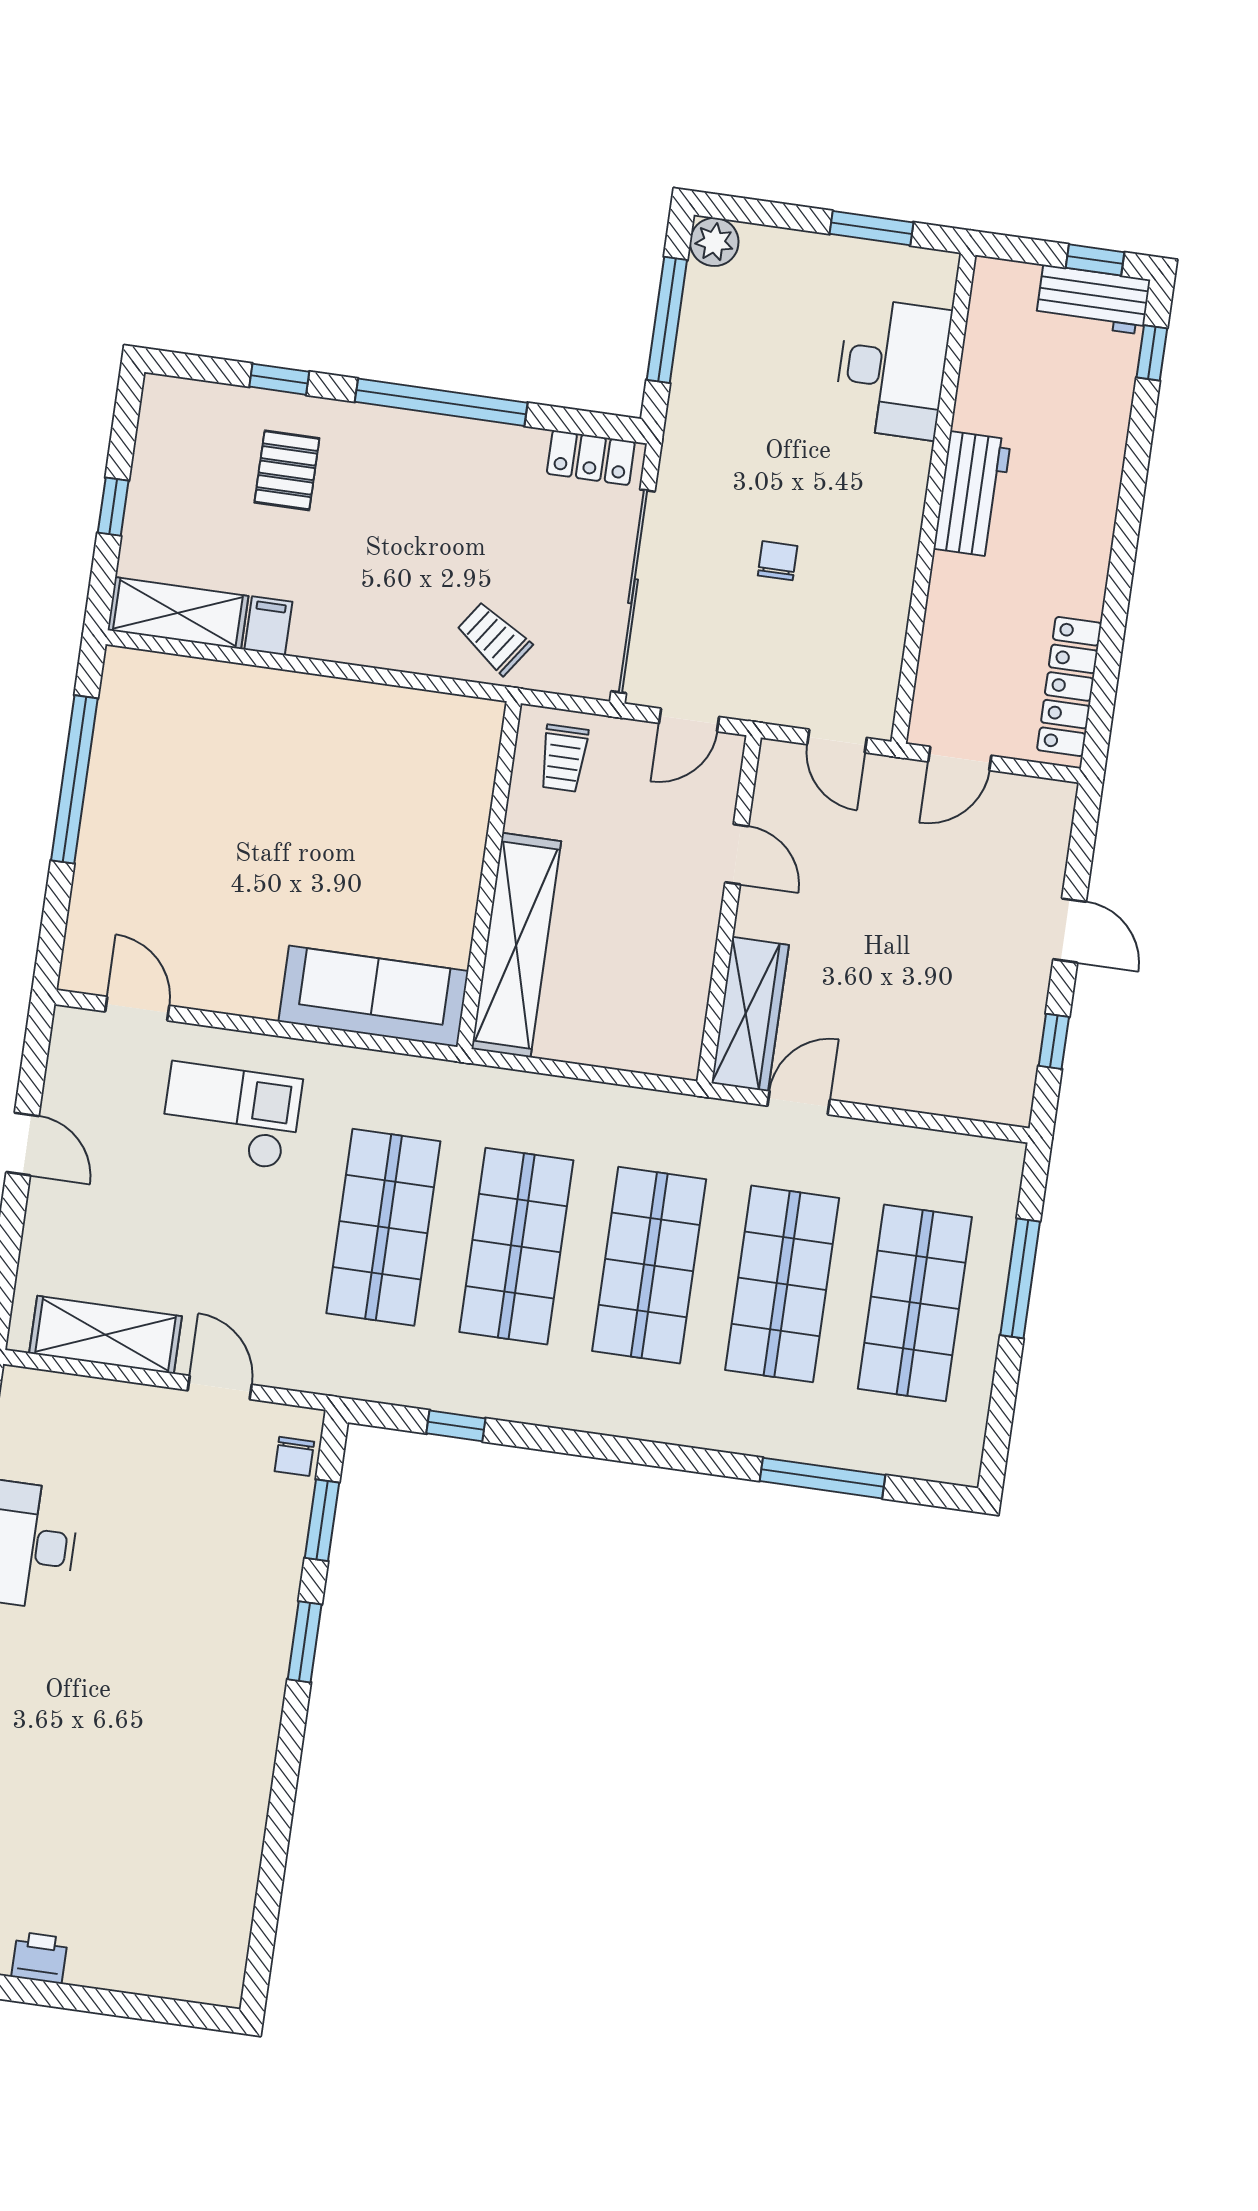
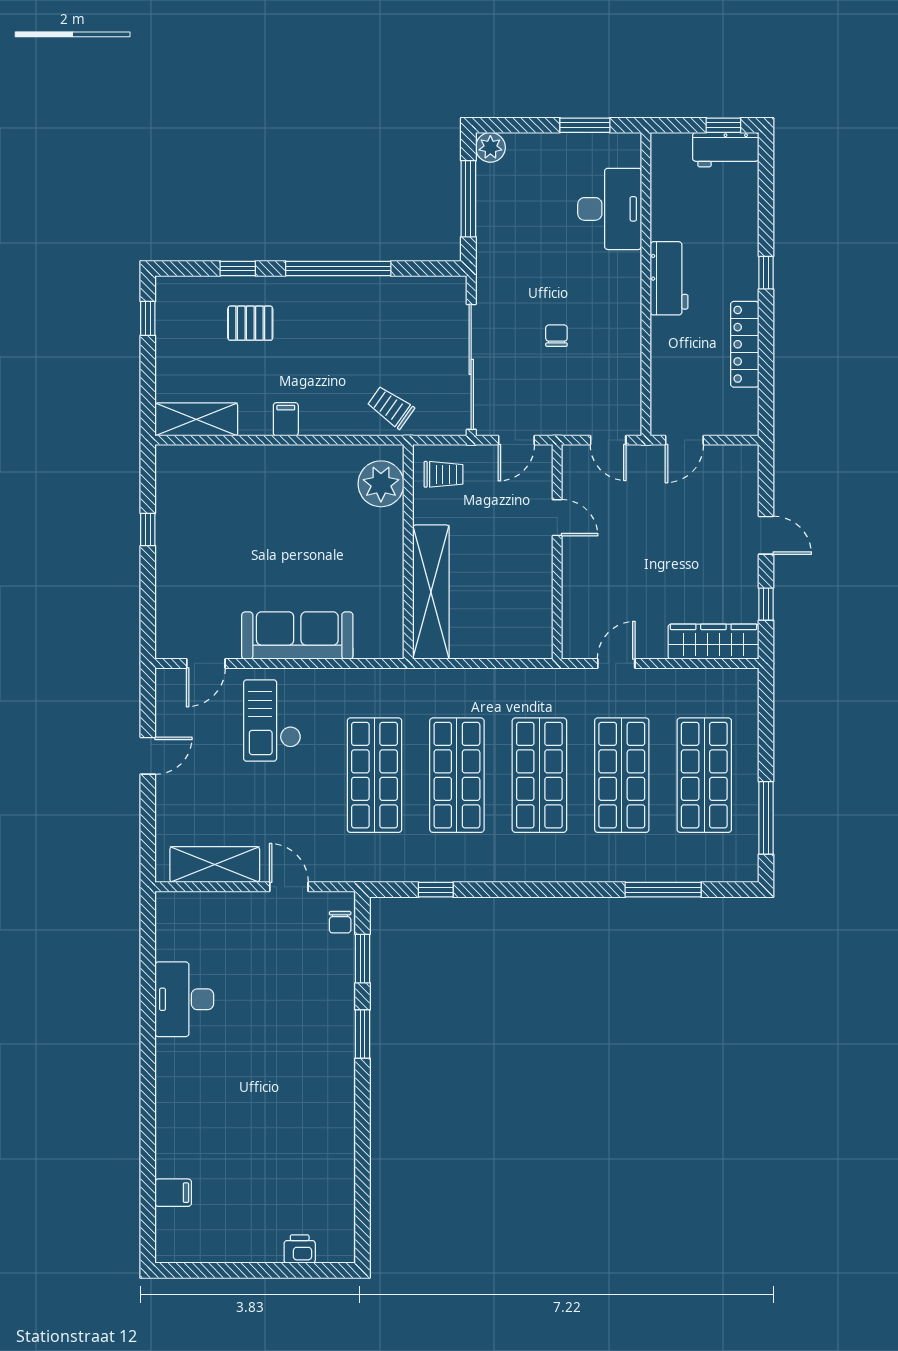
window: (1152, 353) -> (766, 273), moved
locker: (591, 458) -> (434, 289), removed
pallet: (287, 470) -> (250, 323), turned 90
window: (113, 507) -> (148, 318), moved
filing cabinet: (268, 626) -> (286, 419), moved
locker: (1069, 687) -> (745, 344), moved
trolley: (564, 758) -> (443, 474), turned -90
plant: (461, 759) -> (381, 484), added
window: (74, 779) -> (148, 530), width x0.32
sofa: (373, 996) -> (297, 636), moved
door: (137, 1009) -> (206, 663), swing flipped
wardrobe: (750, 1014) -> (713, 642), moved, turned -90
checkout: (231, 1116) -> (272, 721), turned -90
door: (22, 1144) -> (148, 756), hinge flipped
window: (1020, 1278) -> (766, 818), moved
printer: (39, 1958) -> (300, 1249), moved

